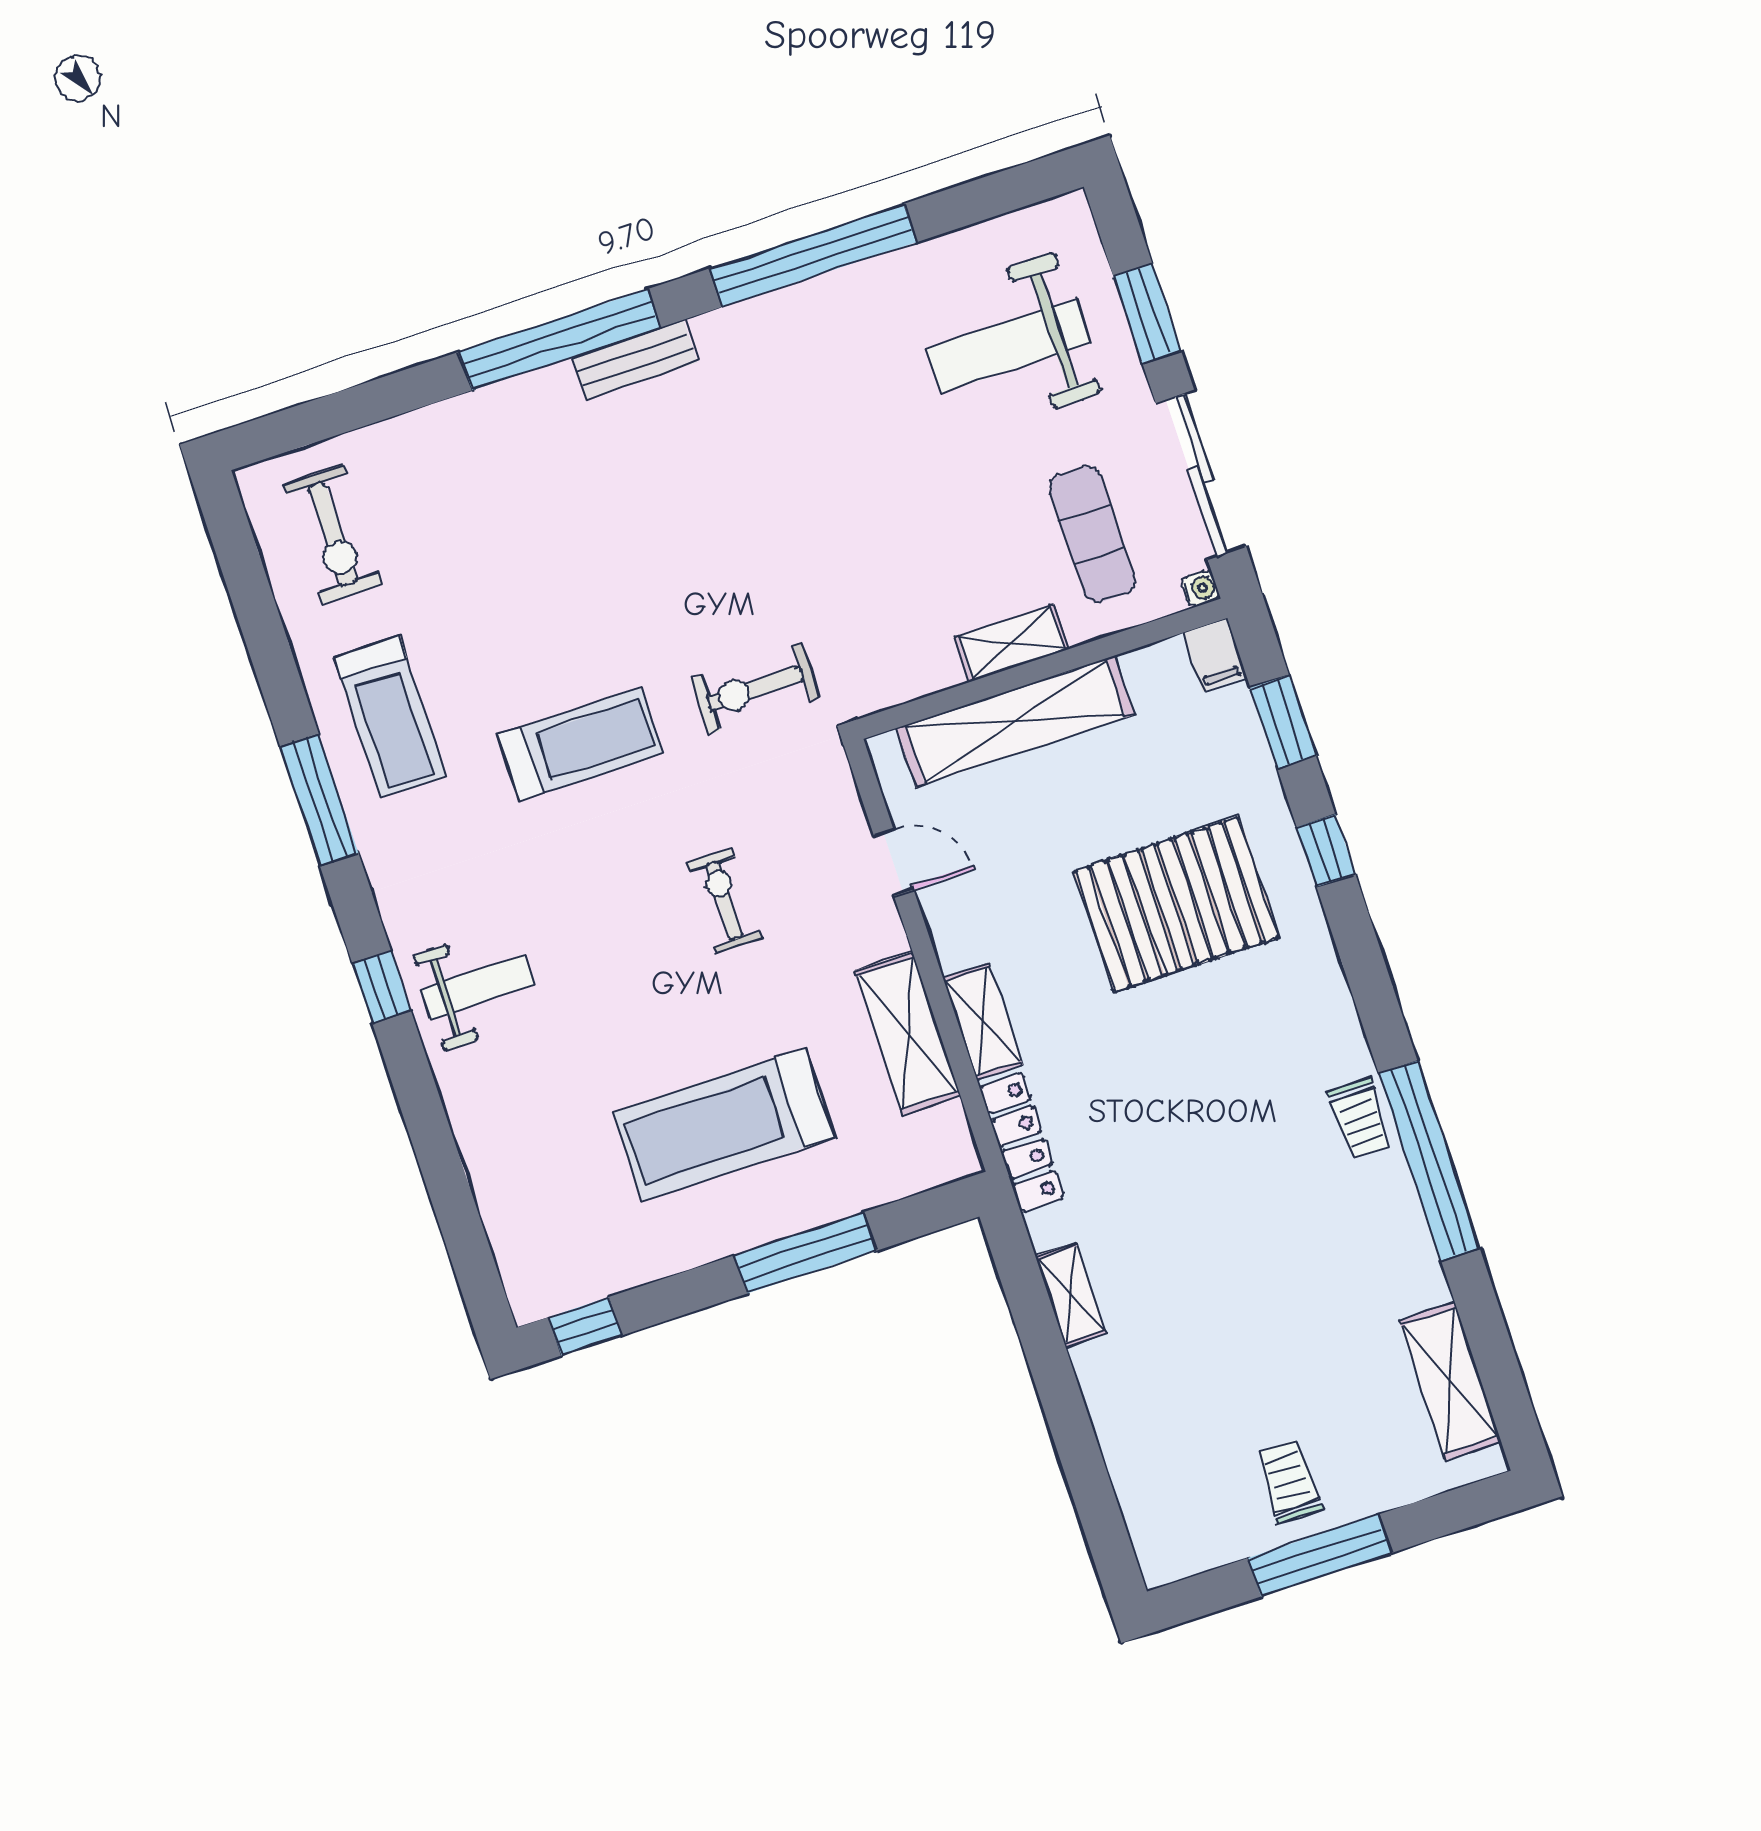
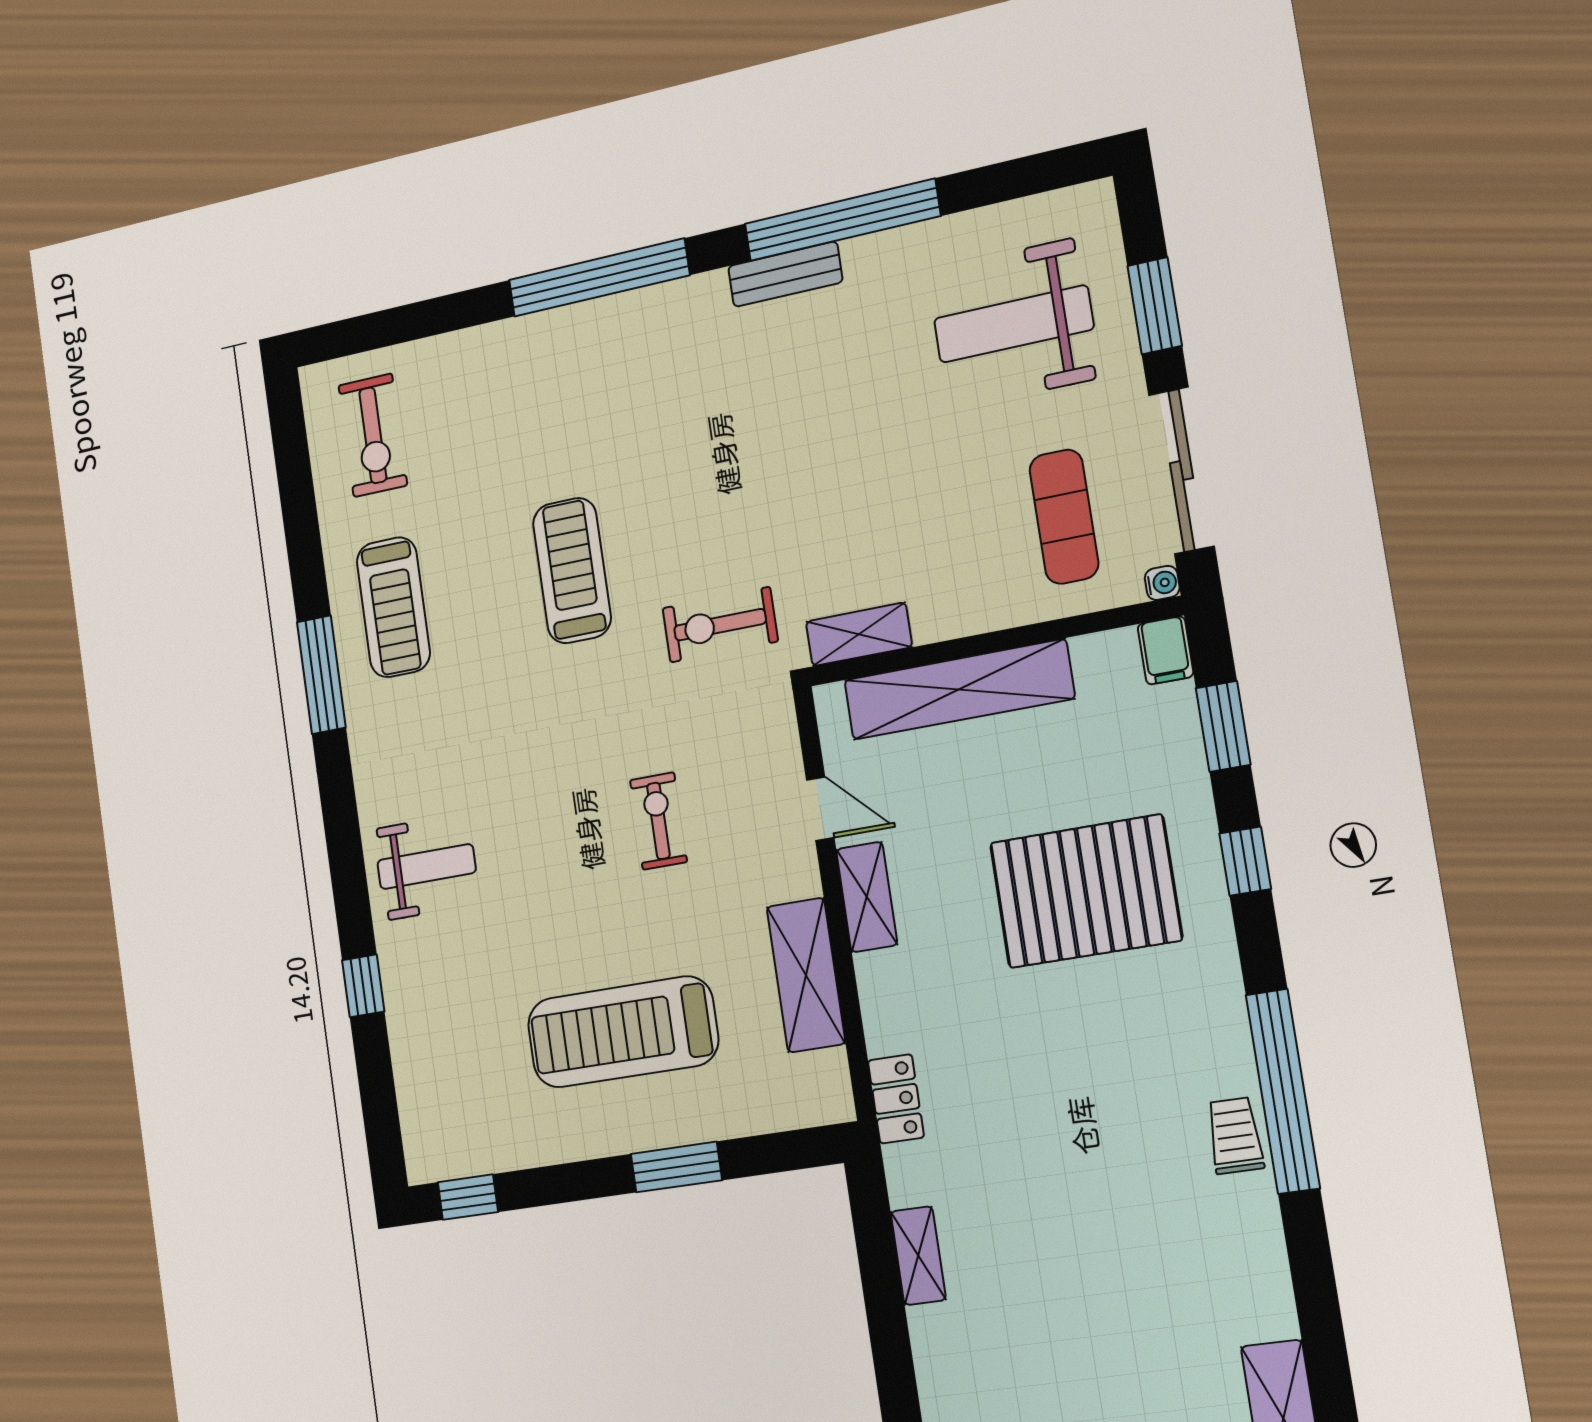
bench: (635, 360) -> (785, 274), moved
shelving: (1011, 643) -> (859, 634), moved
treadmill: (581, 744) -> (572, 571), moved, turned -90
window: (382, 987) -> (363, 986), moved
shelving: (983, 1021) -> (867, 897), moved
trolley: (1360, 1118) -> (1235, 1136), turned 180
locker: (1022, 1142) -> (896, 1099), width x0.66
window: (1429, 1161) -> (1283, 1091), moved
window: (805, 1253) -> (676, 1167), width x0.69

